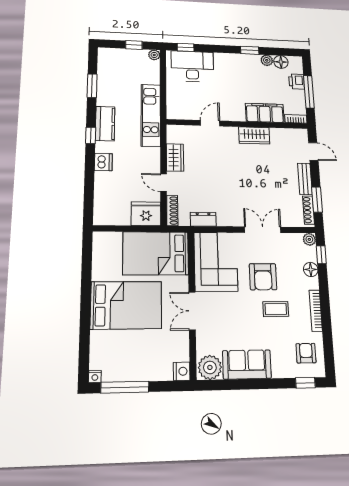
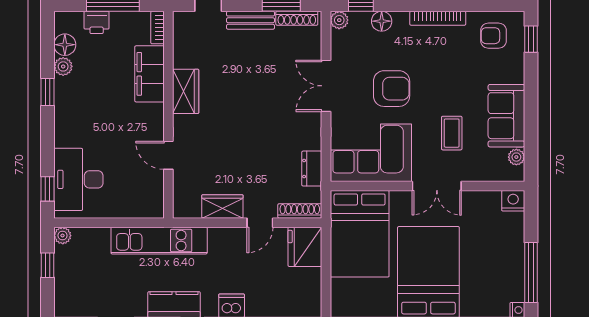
coffee table: (276, 309) -> (452, 133), moved
plant: (210, 367) -> (516, 157), width x0.53, depth x0.53

